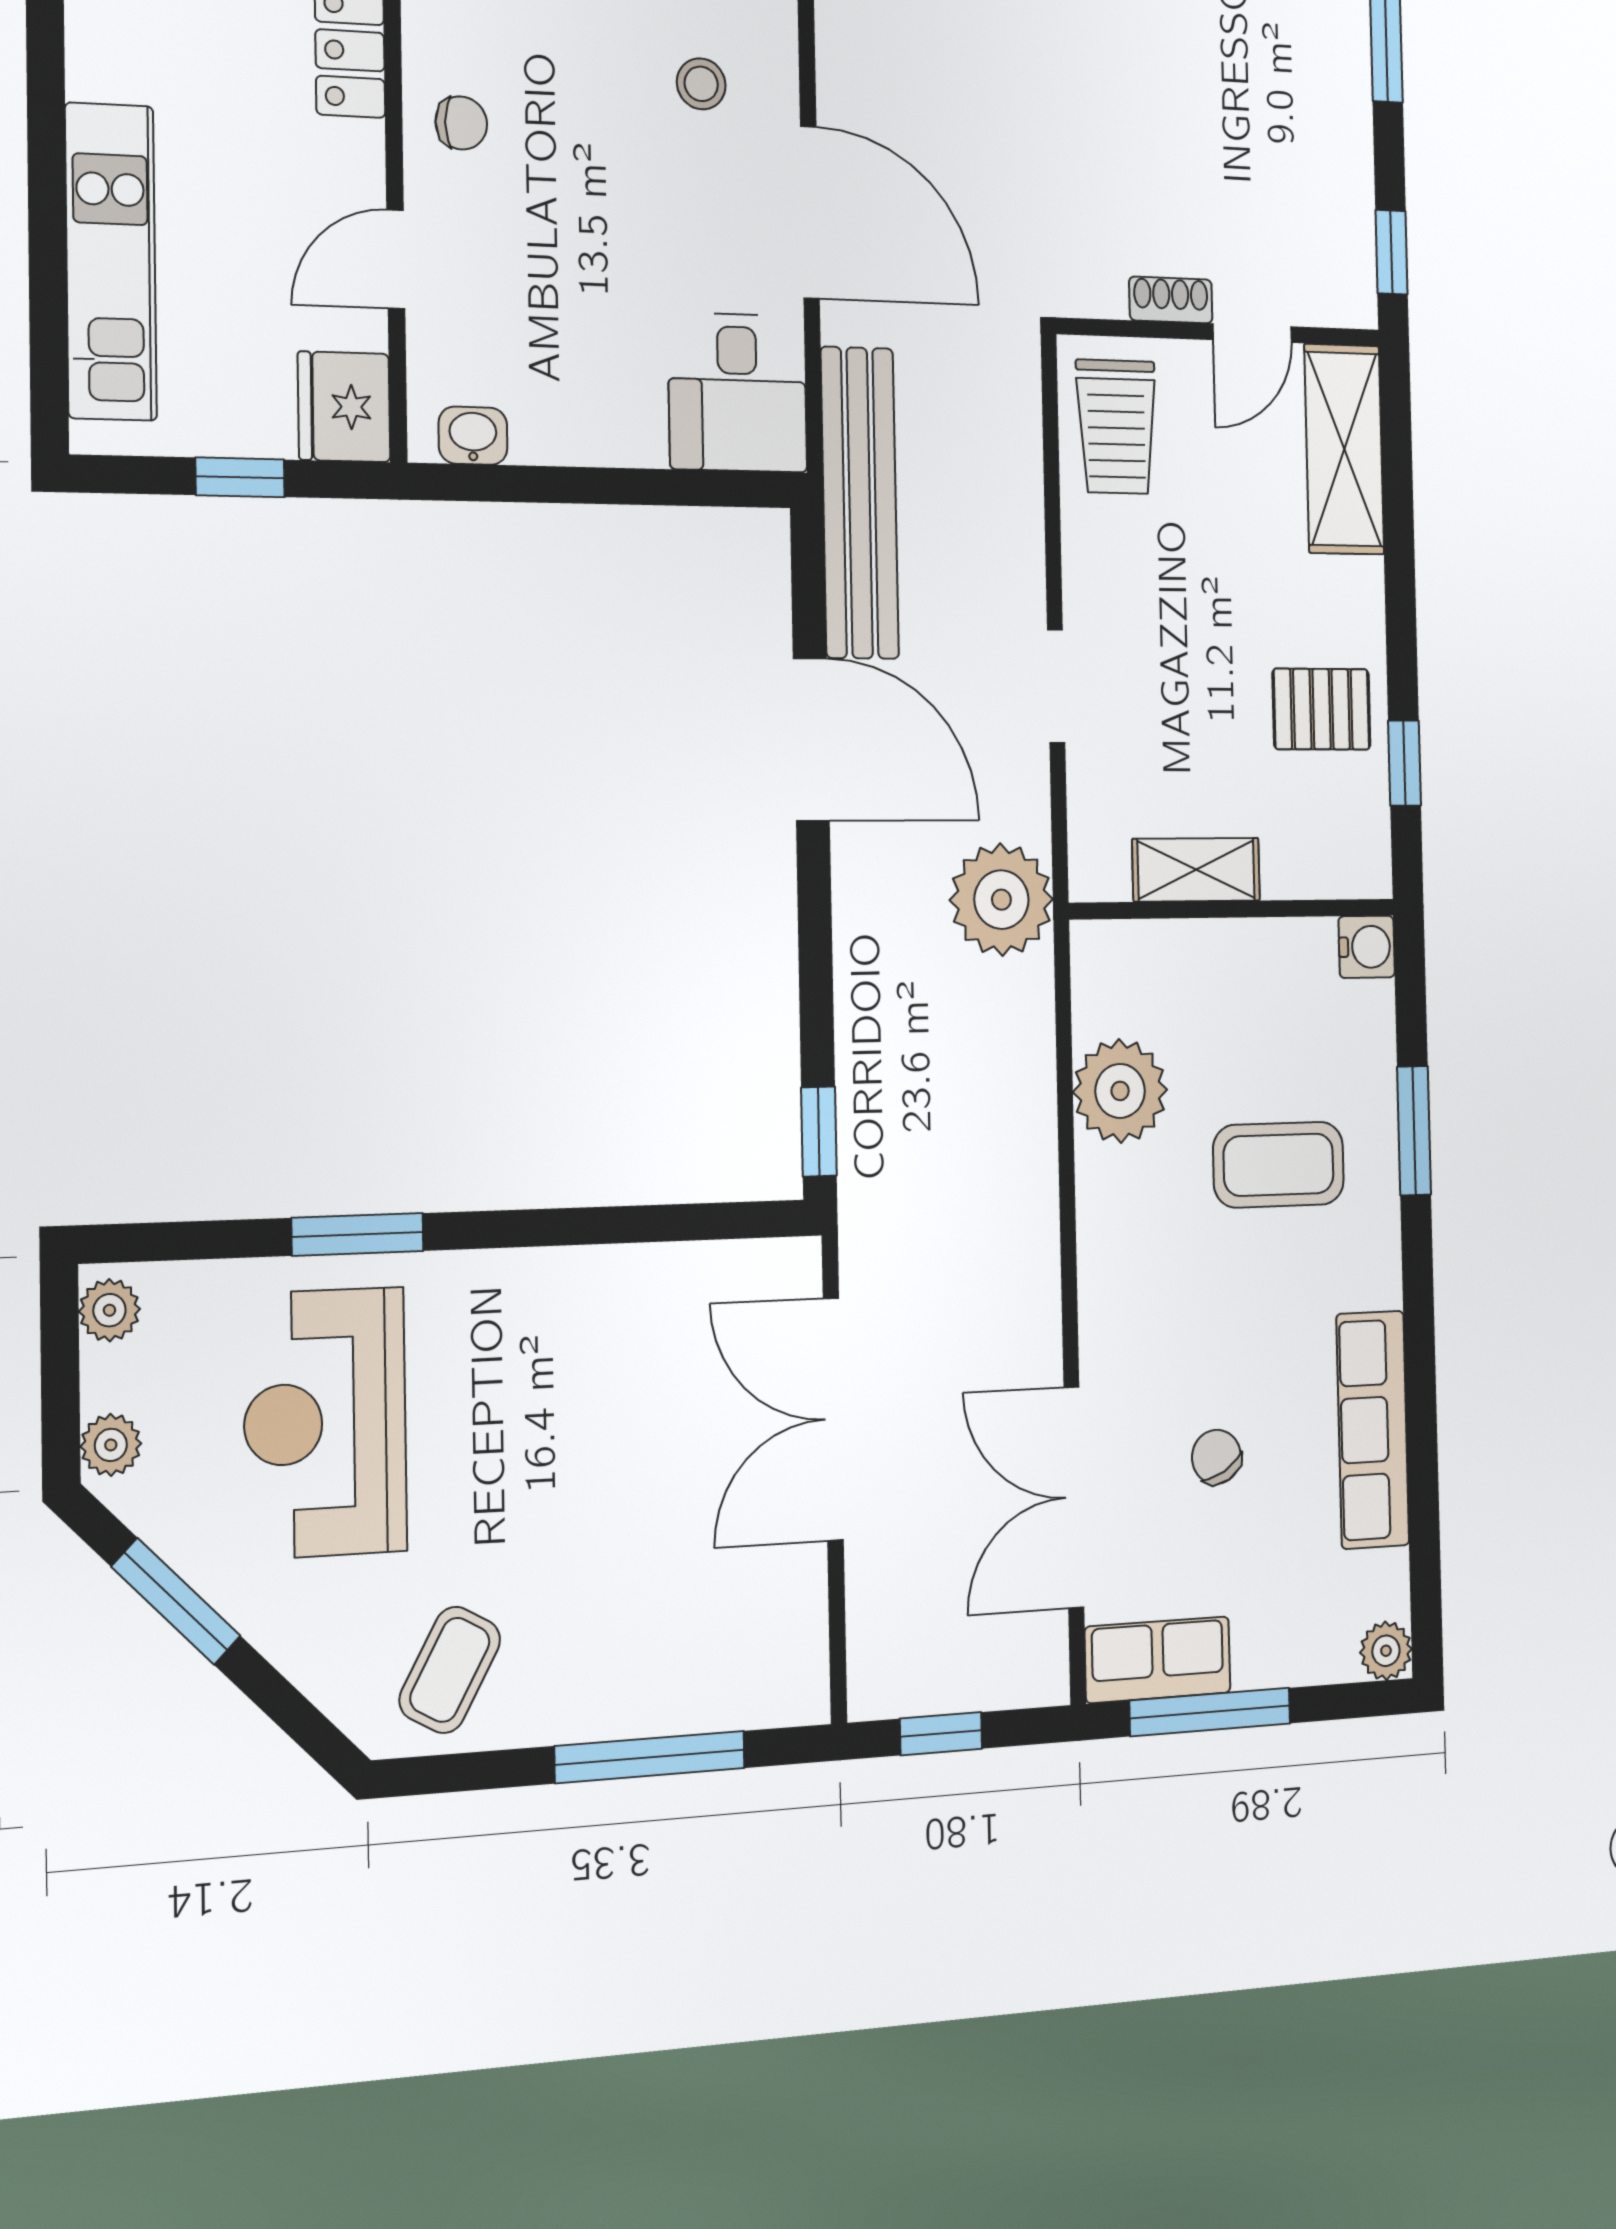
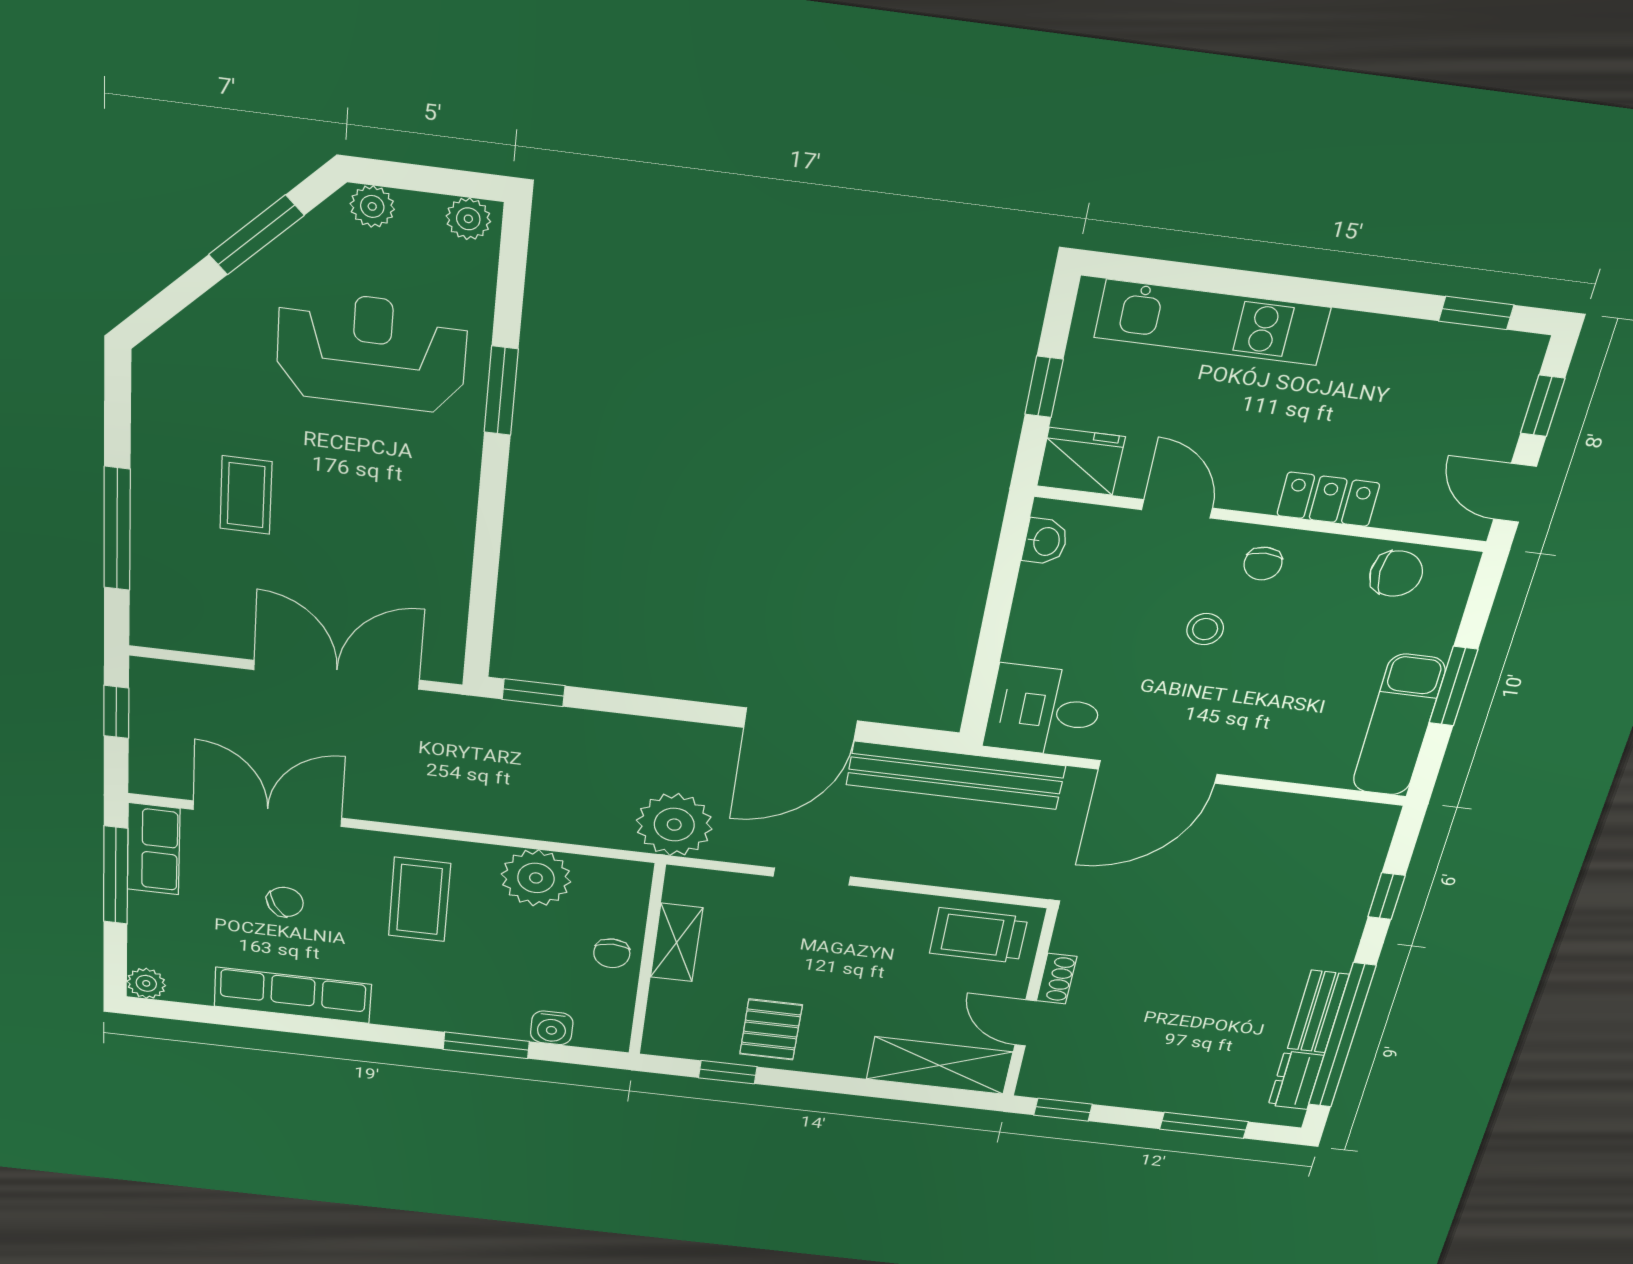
stool: (701, 84) -> (1205, 629), moved
water cooler: (1367, 947) -> (552, 1028), moved
chair: (1229, 963) -> (612, 953), added
coffee table: (1279, 1165) -> (419, 899), moved
coffee table: (450, 1670) -> (246, 495), moved, turned 61

